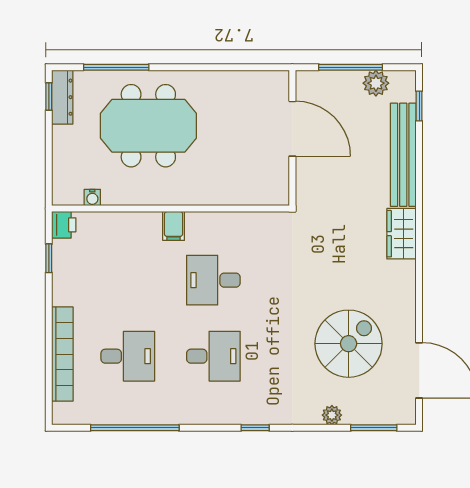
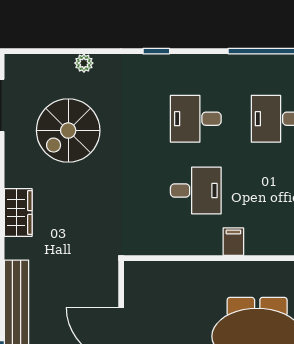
wardrobe: (401, 234) -> (18, 213), moved
window: (374, 428) -> (44, 51), removed

